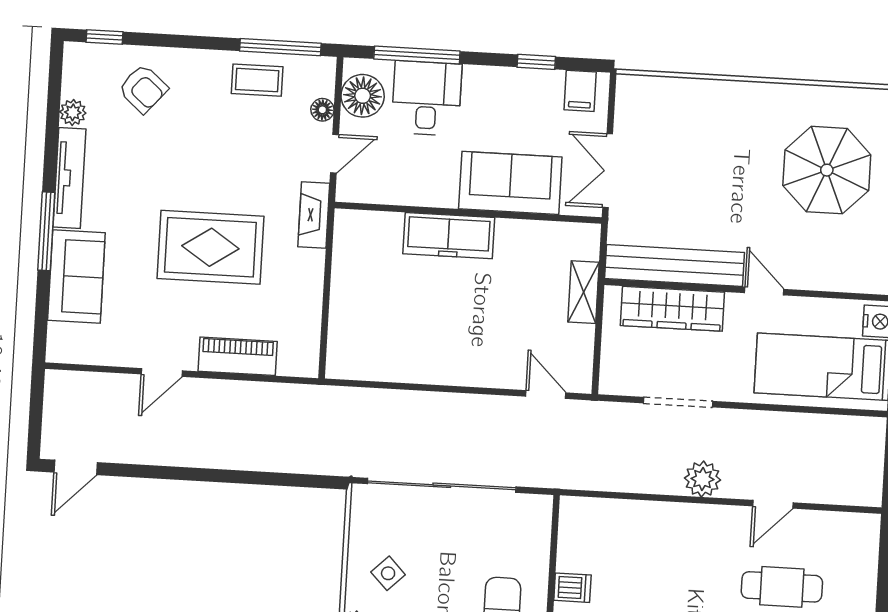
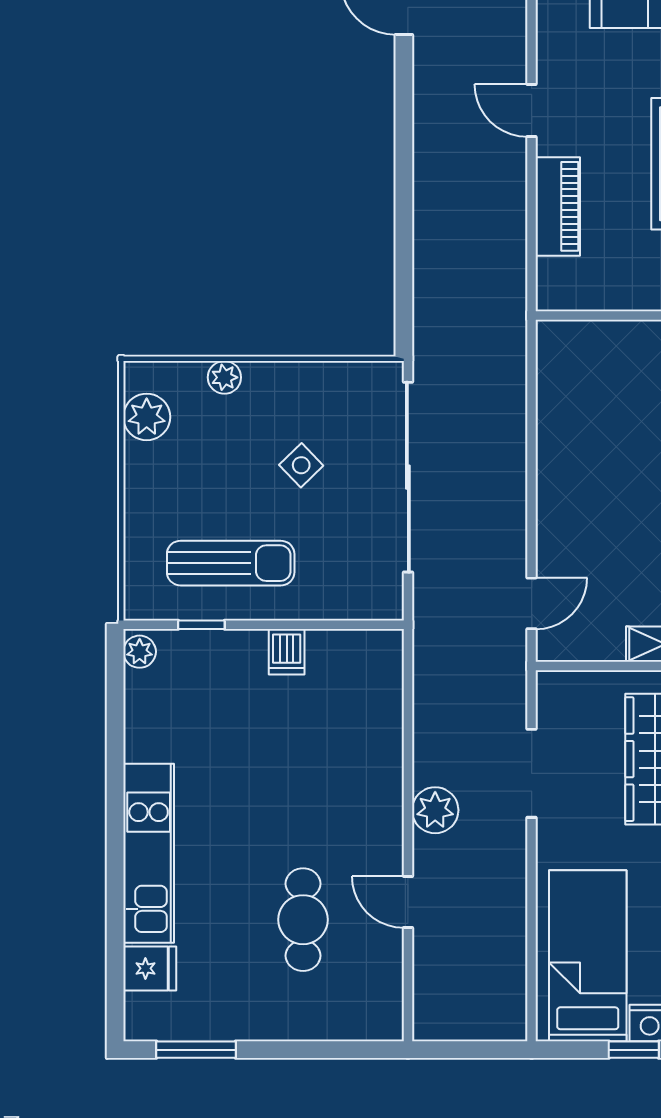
side table: (388, 573) -> (301, 465), moved

